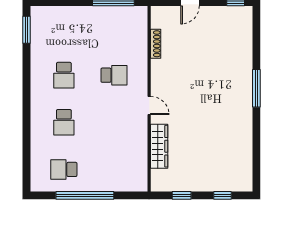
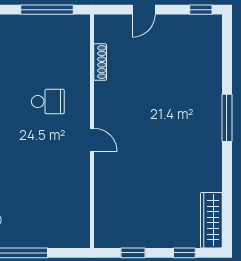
wardrobe: (159, 146) -> (211, 220), moved, turned 180

